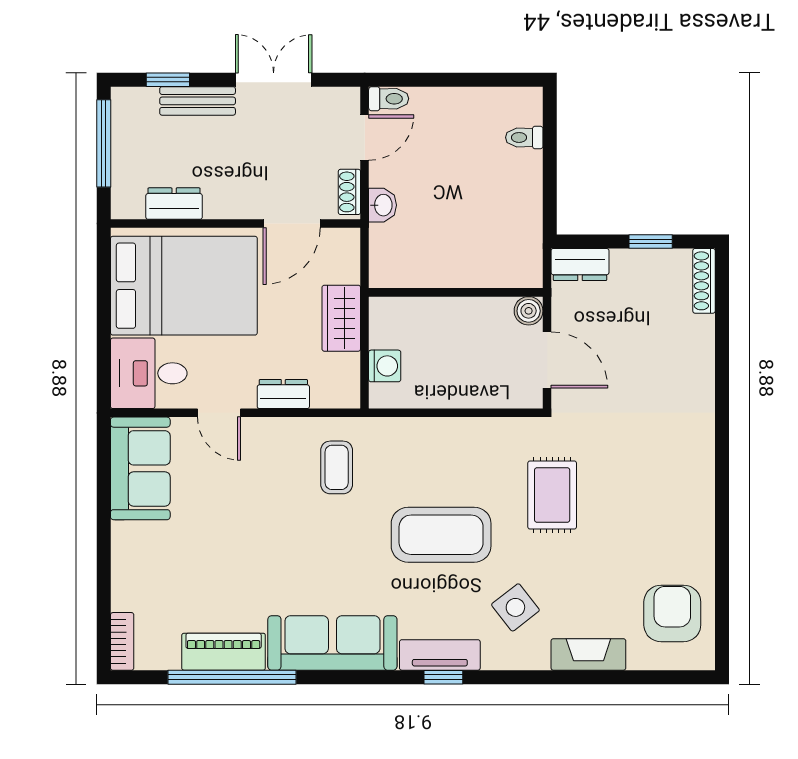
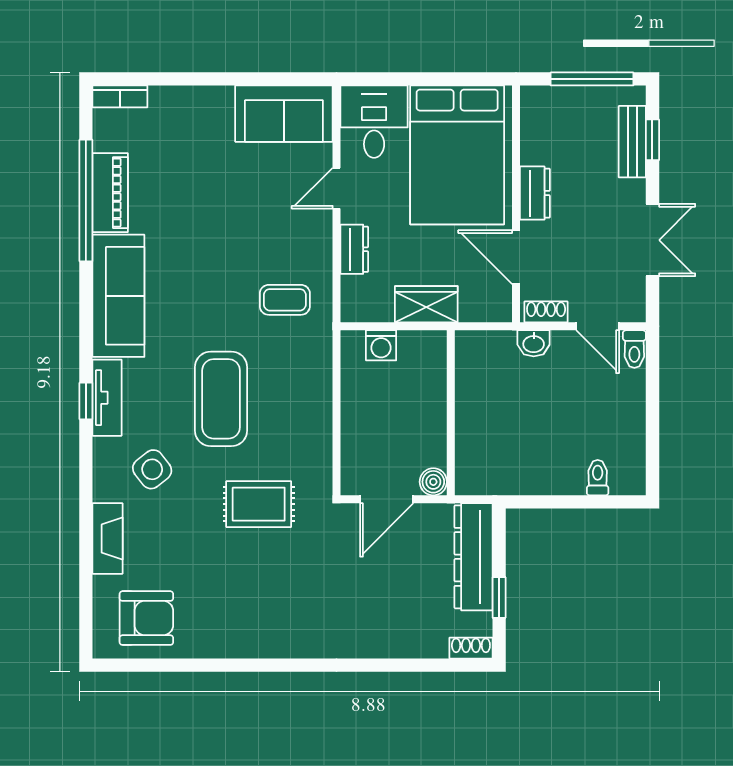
bench: (198, 101) -> (632, 142), moved
dresser: (174, 204) -> (535, 193), moved
dresser: (580, 265) -> (473, 557), width x1.96, depth x1.24
shoe rack: (704, 281) -> (471, 648), width x0.70

